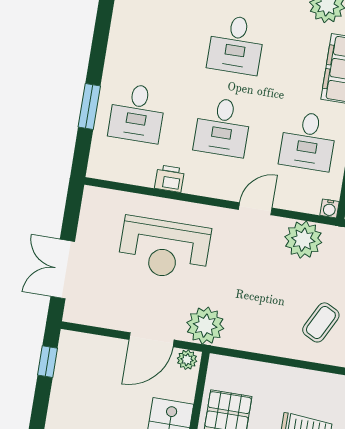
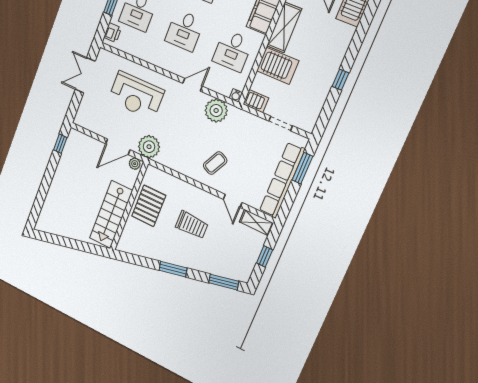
printer: (169, 179) -> (113, 33), moved, turned 90
double door: (63, 269) -> (85, 75), moved

